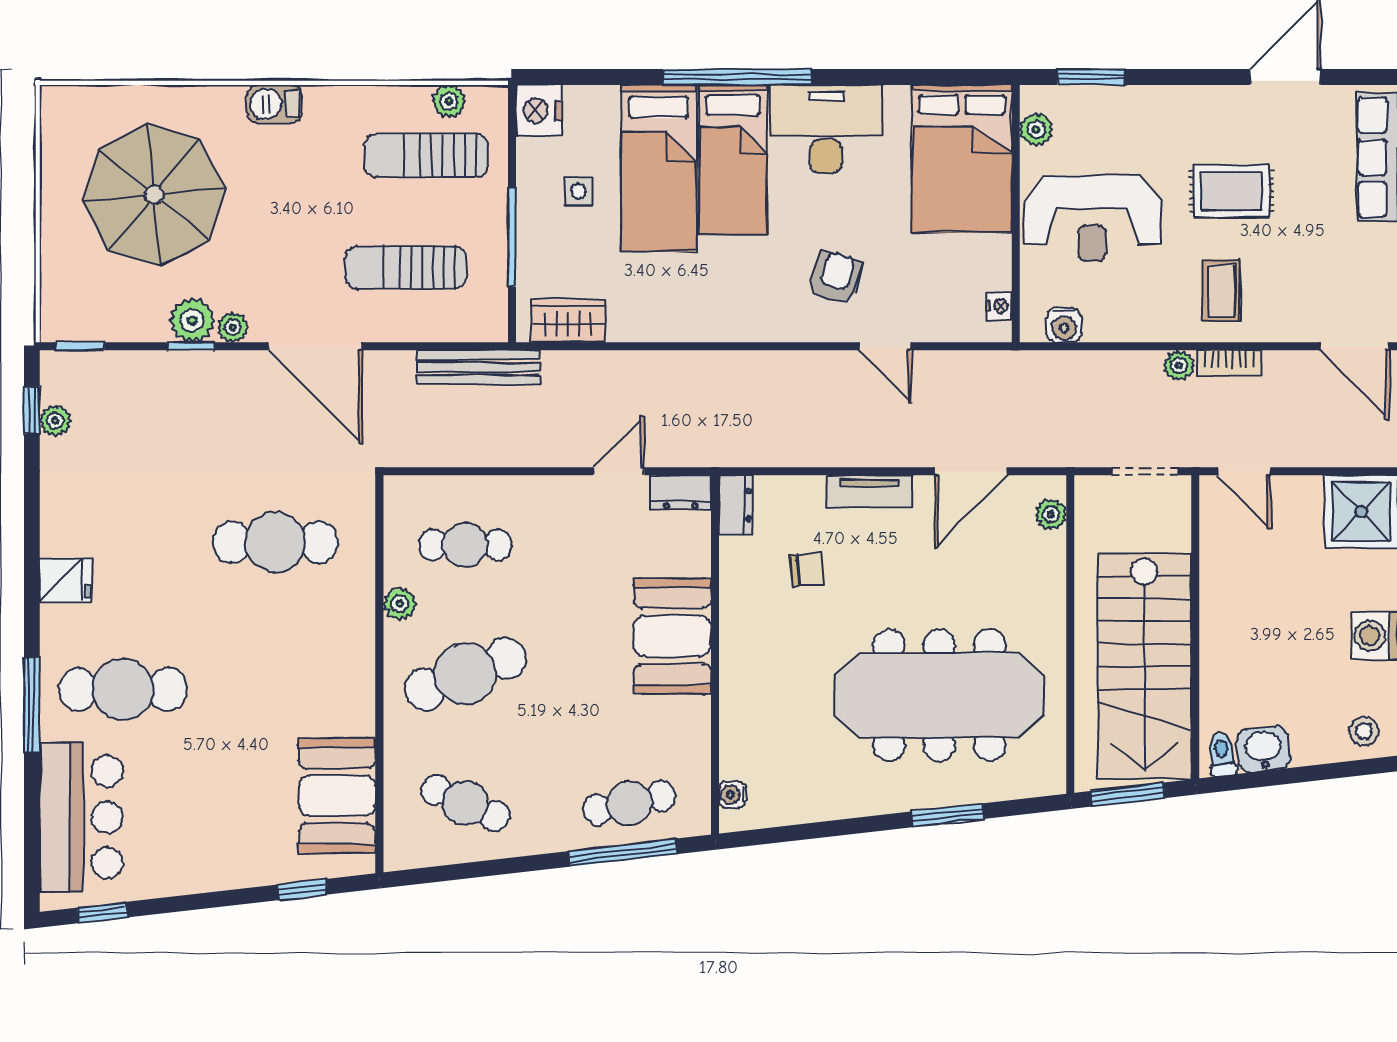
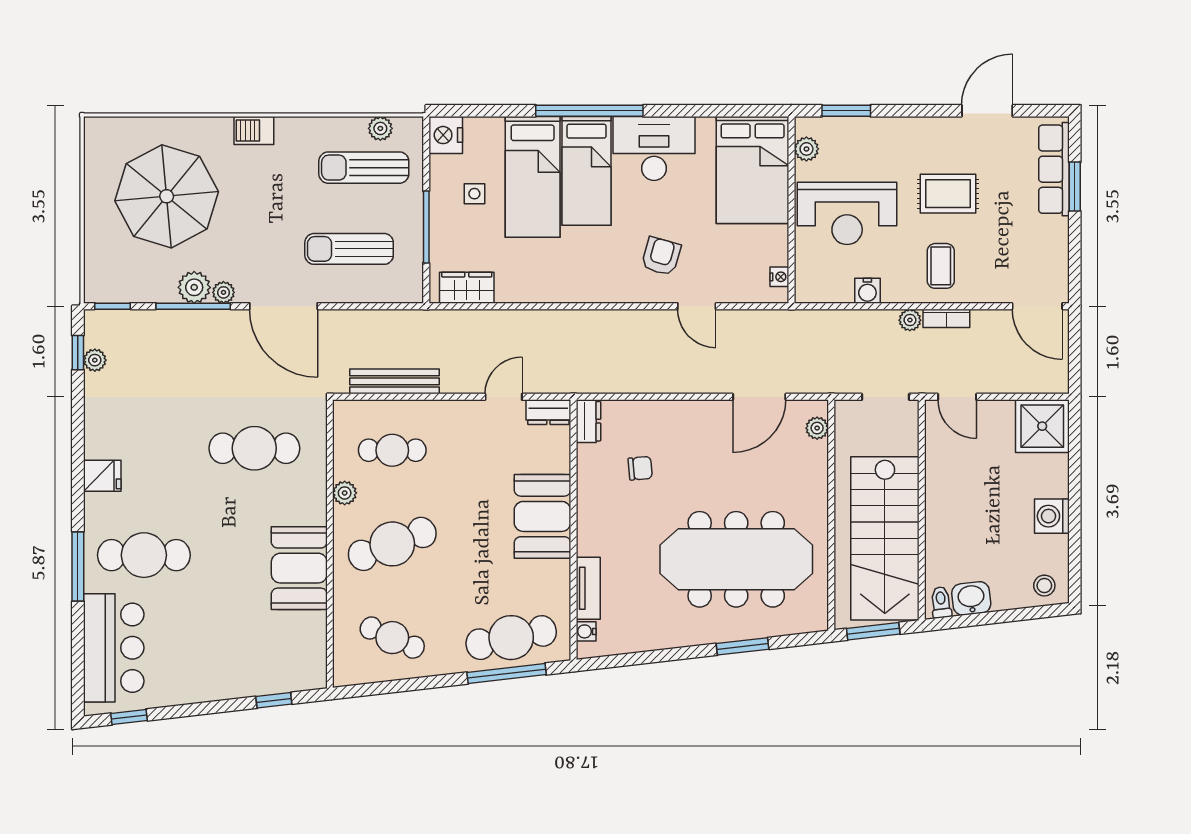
water cooler: (1064, 325) -> (867, 291), moved
window: (191, 346) -> (193, 306), width x2.17
bench: (478, 367) -> (394, 381), moved
tv unit: (870, 491) -> (588, 588), moved, turned -90
booth: (337, 796) -> (299, 568), moved
cafe table: (629, 803) -> (511, 638), width x1.37, depth x1.35

